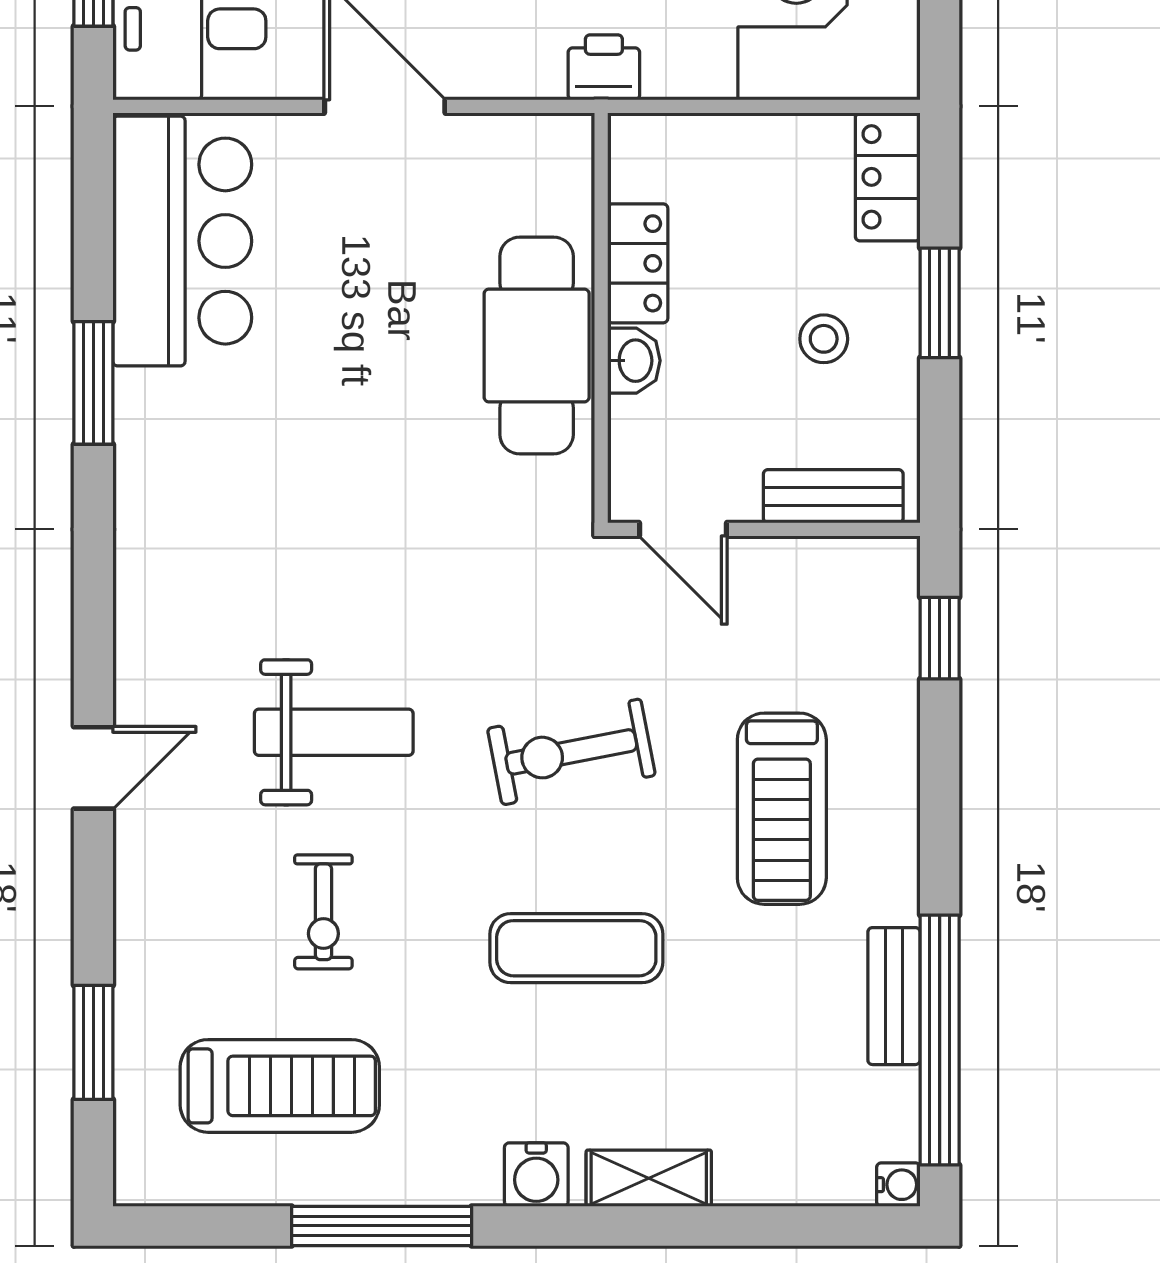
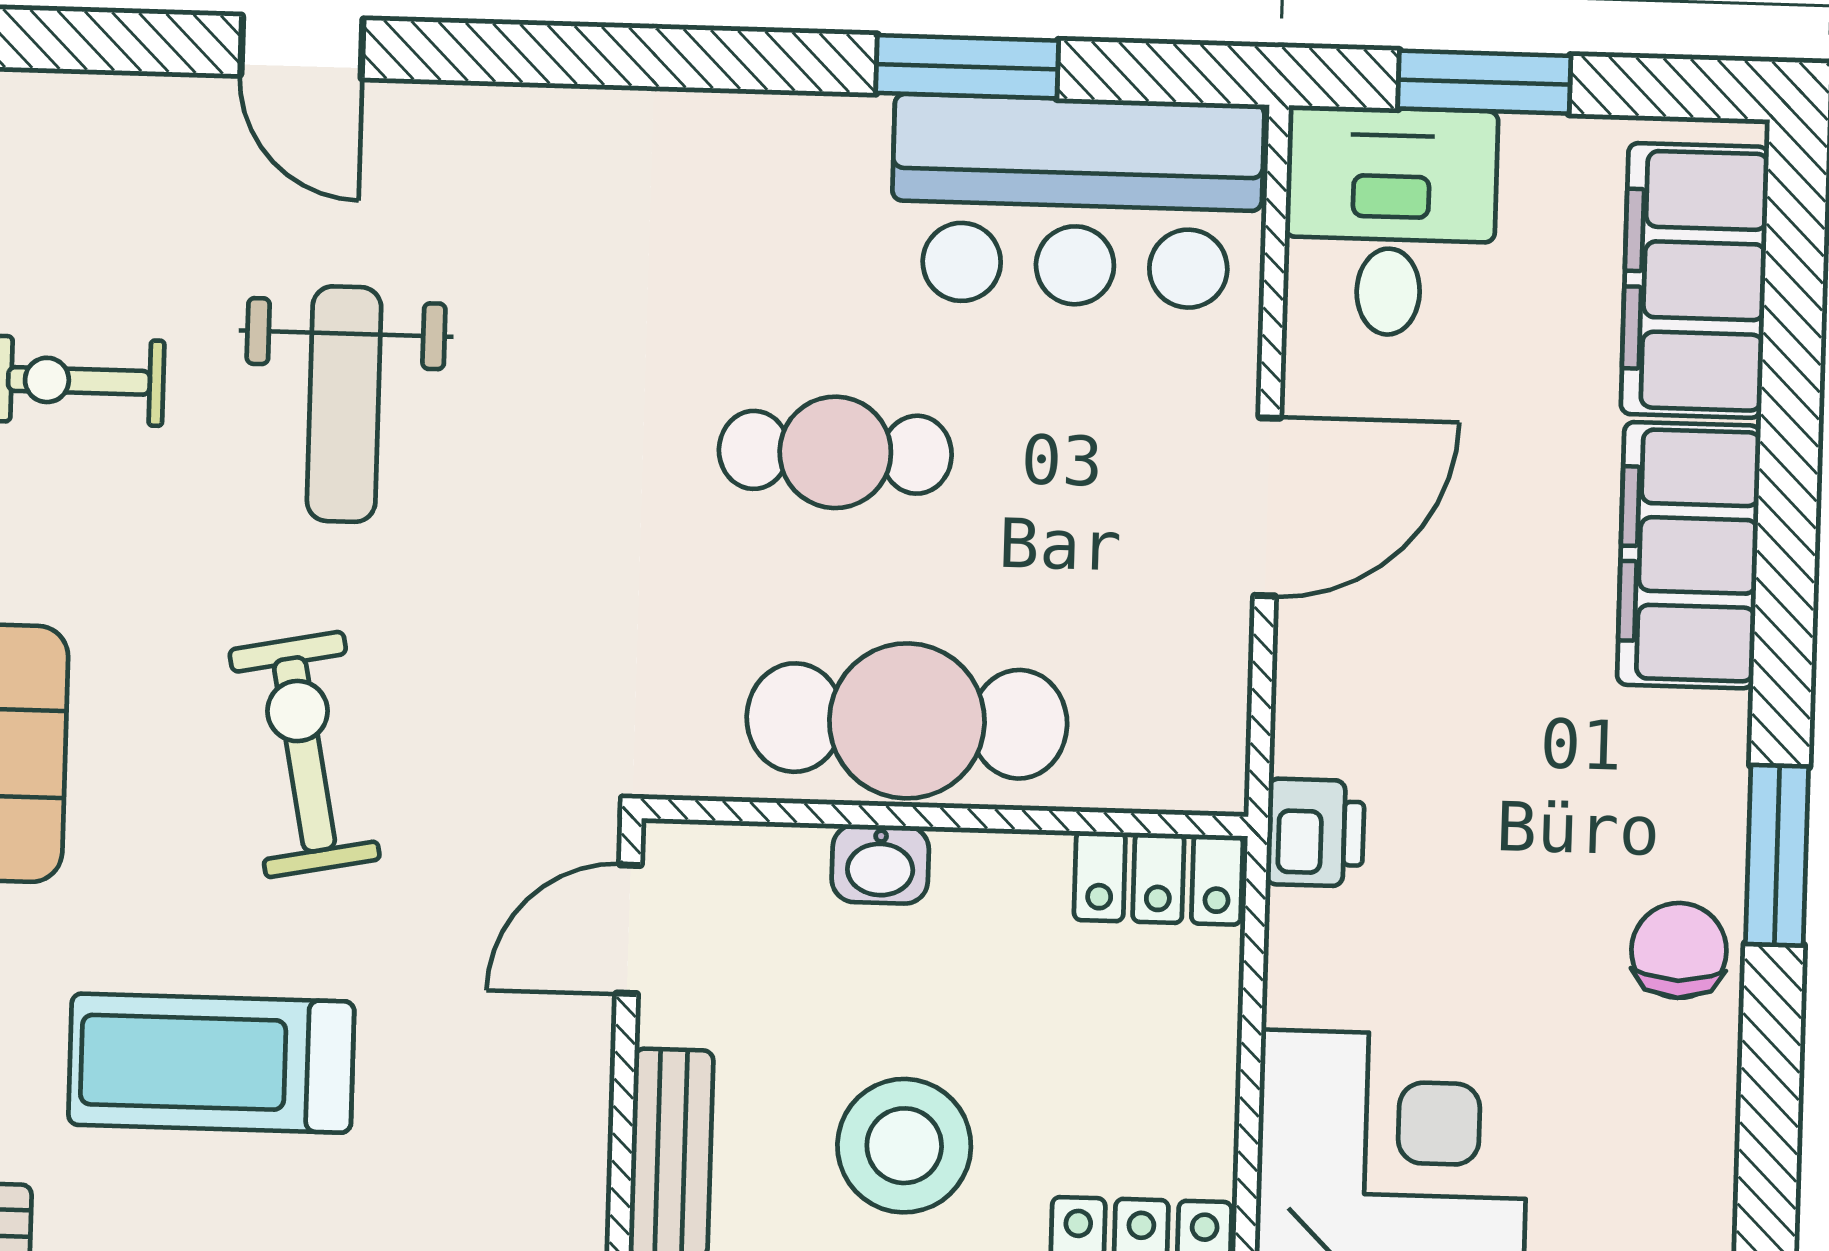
locker: (638, 263) -> (1158, 878), moved
stool: (824, 339) -> (904, 1146), width x1.89, depth x1.89
window: (93, 383) -> (967, 67), moved
cafe table: (357, 399) -> (835, 452), added

